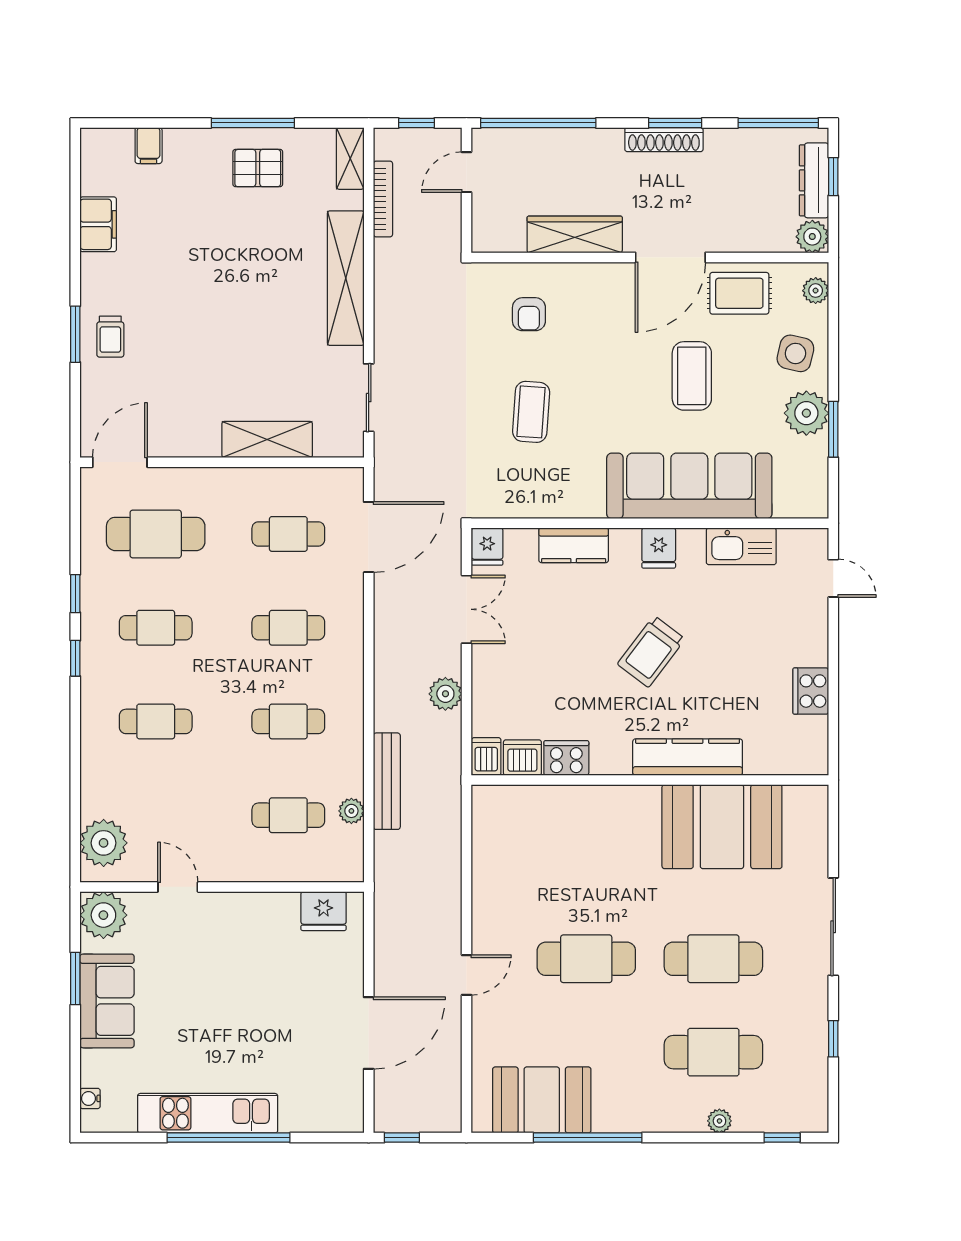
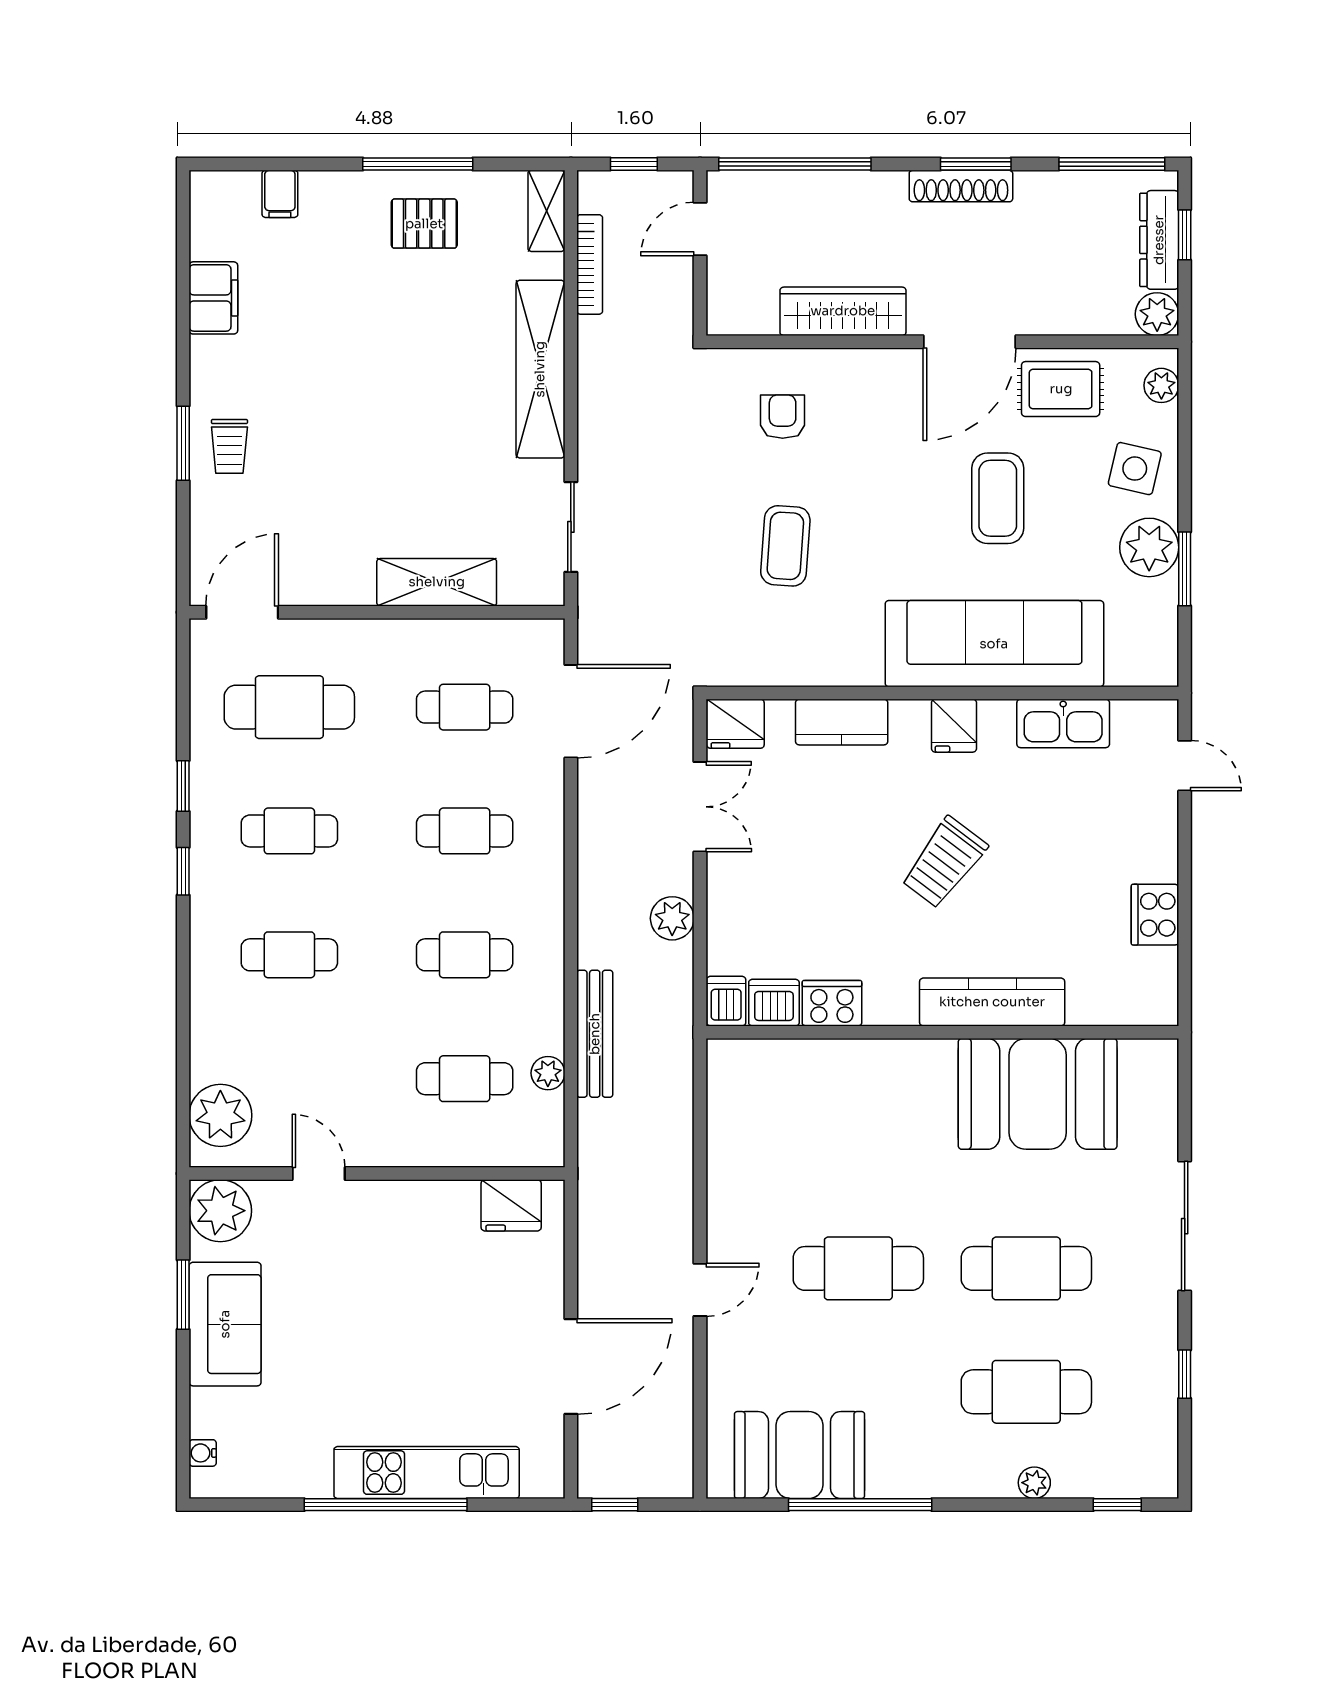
armchair: (529, 314) -> (783, 417), turned 180
fridge: (487, 547) -> (735, 724), width x1.38
kitchen unit: (208, 1113) -> (427, 1473), moved

